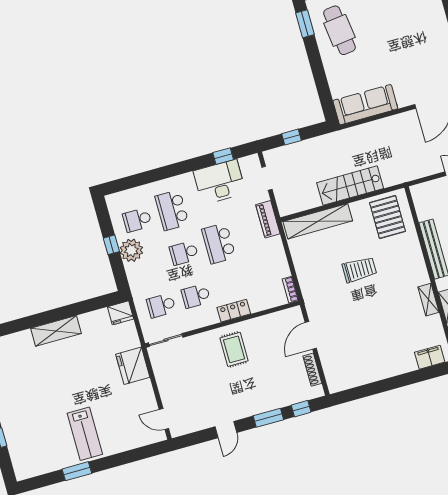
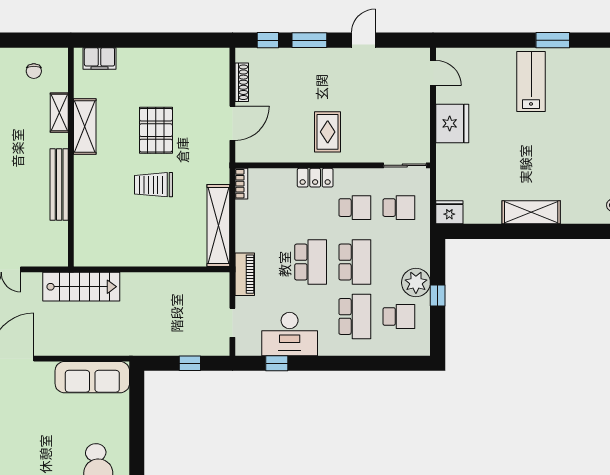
stairs: (350, 186) -> (81, 287), moved
pallet: (388, 217) -> (156, 130), moved
shelving: (318, 221) -> (218, 226), moved, turned 90
school desk: (184, 253) -> (355, 262), width x1.85
shelving: (428, 300) -> (85, 127), width x1.50, depth x1.33
fridge: (133, 366) -> (452, 123), moved

